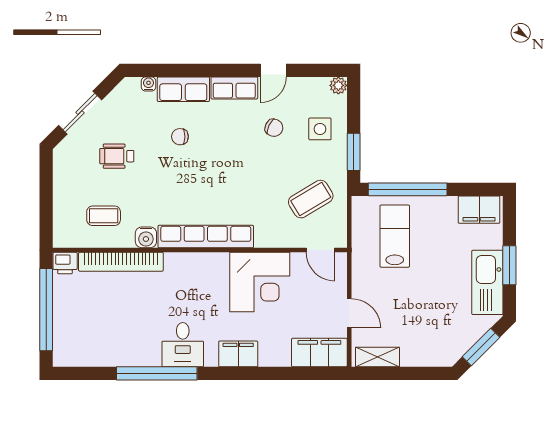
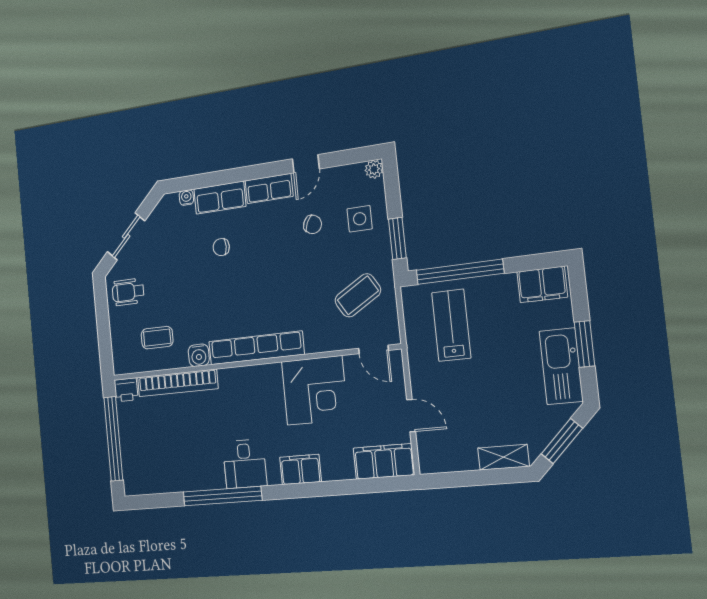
wheelchair: (117, 156) -> (128, 292), moved
shelving: (377, 357) -> (503, 457), moved

